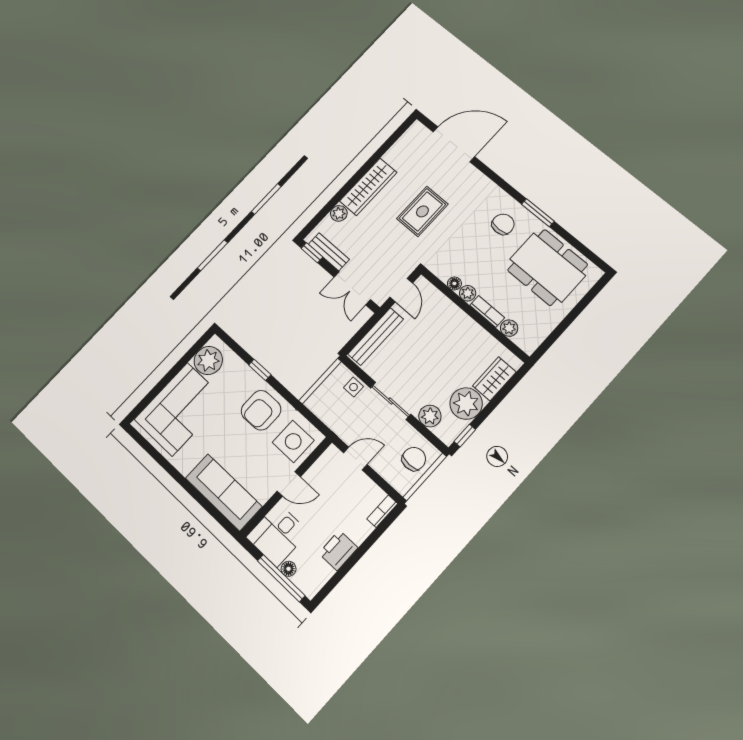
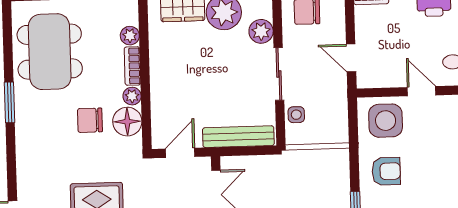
chair: (503, 224) -> (90, 120), moved
floor lamp: (454, 283) -> (127, 122), width x1.89, depth x1.89
armchair: (261, 410) -> (386, 171), width x0.72, depth x0.72

